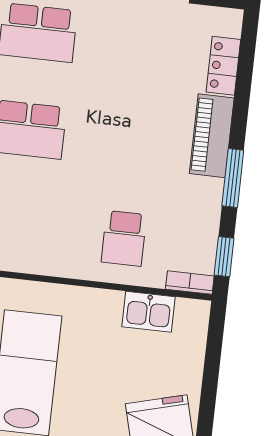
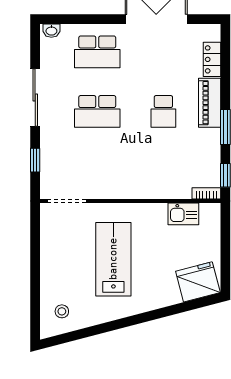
school desk: (124, 238) -> (163, 111), moved

